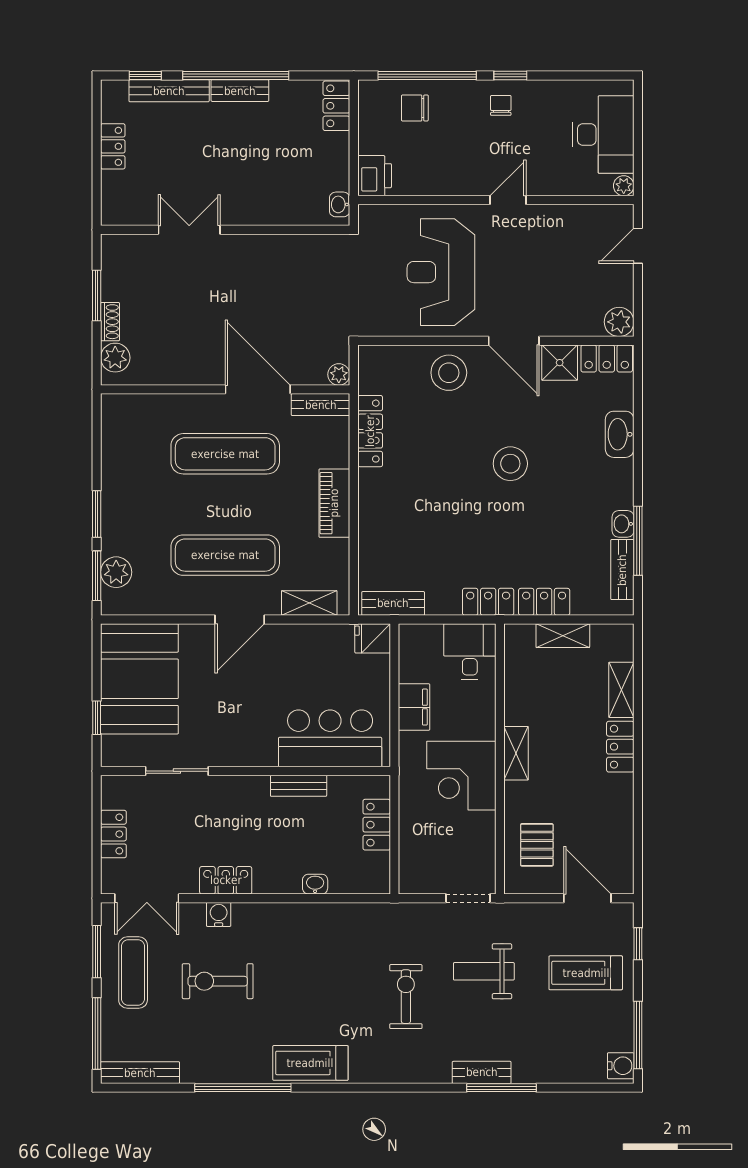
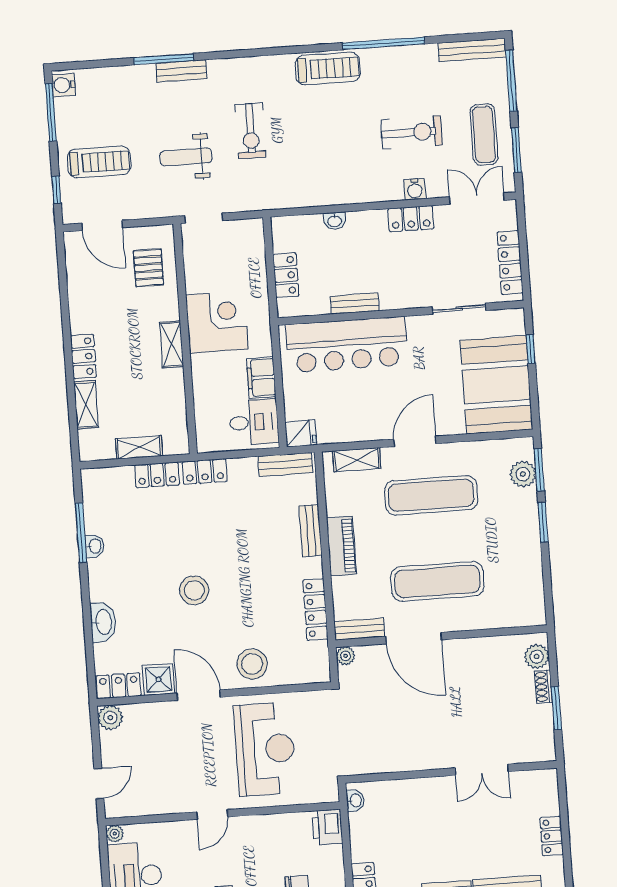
bench: (622, 570) -> (310, 531), moved
desk: (470, 652) -> (254, 422), moved, turned -90
bar counter: (330, 738) -> (347, 345), width x1.36
locker: (113, 834) -> (510, 262), width x1.53
weight bench: (484, 971) -> (186, 157), turned 180

